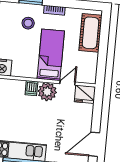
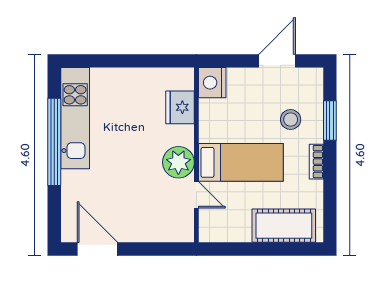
dishwasher: (31, 88) -> (182, 135), removed
fridge: (85, 94) -> (180, 107), moved

